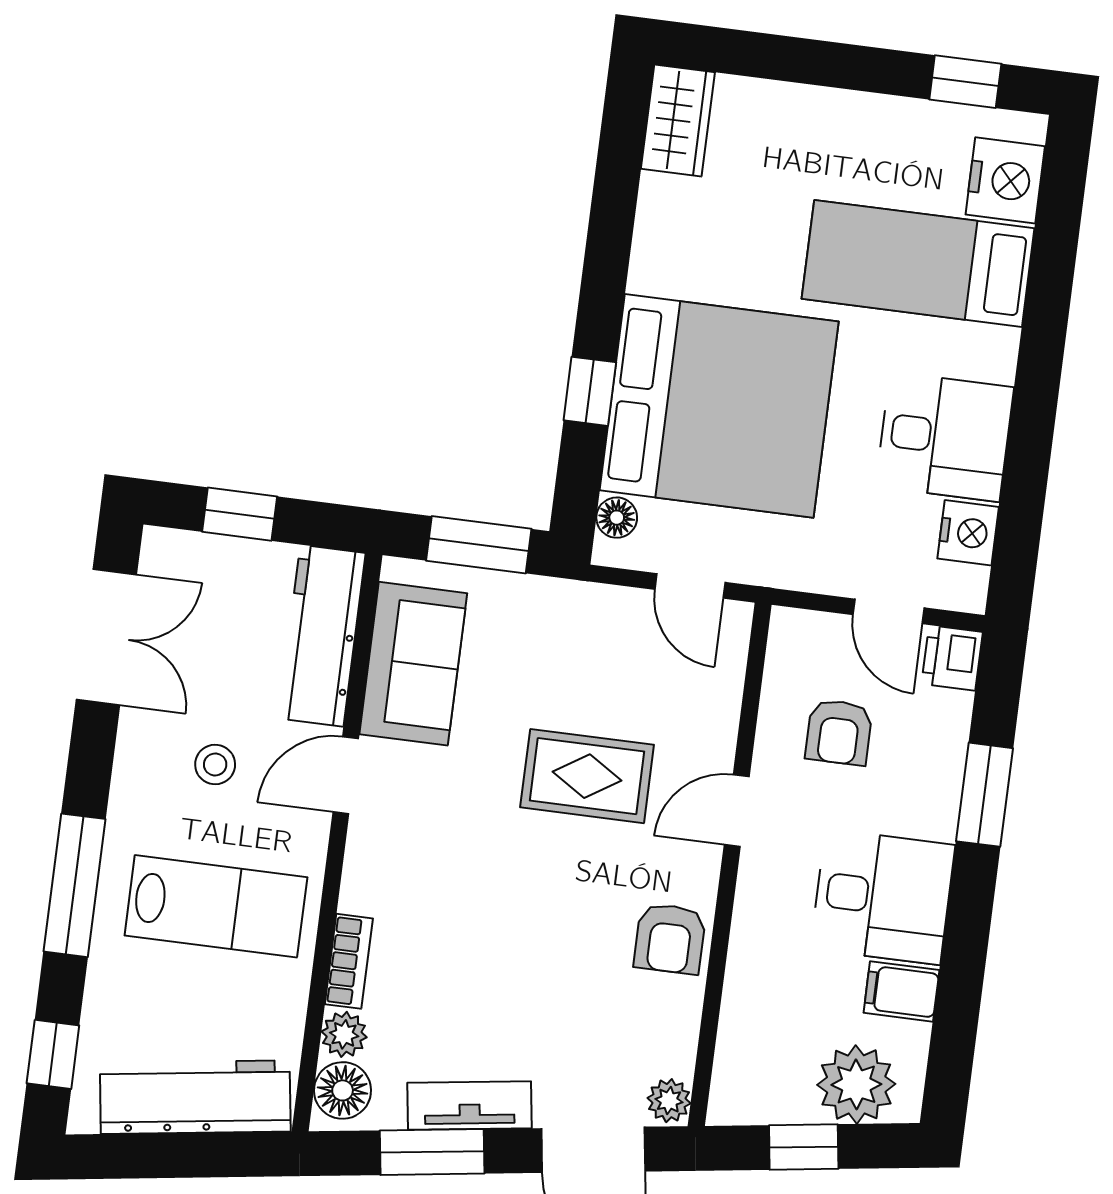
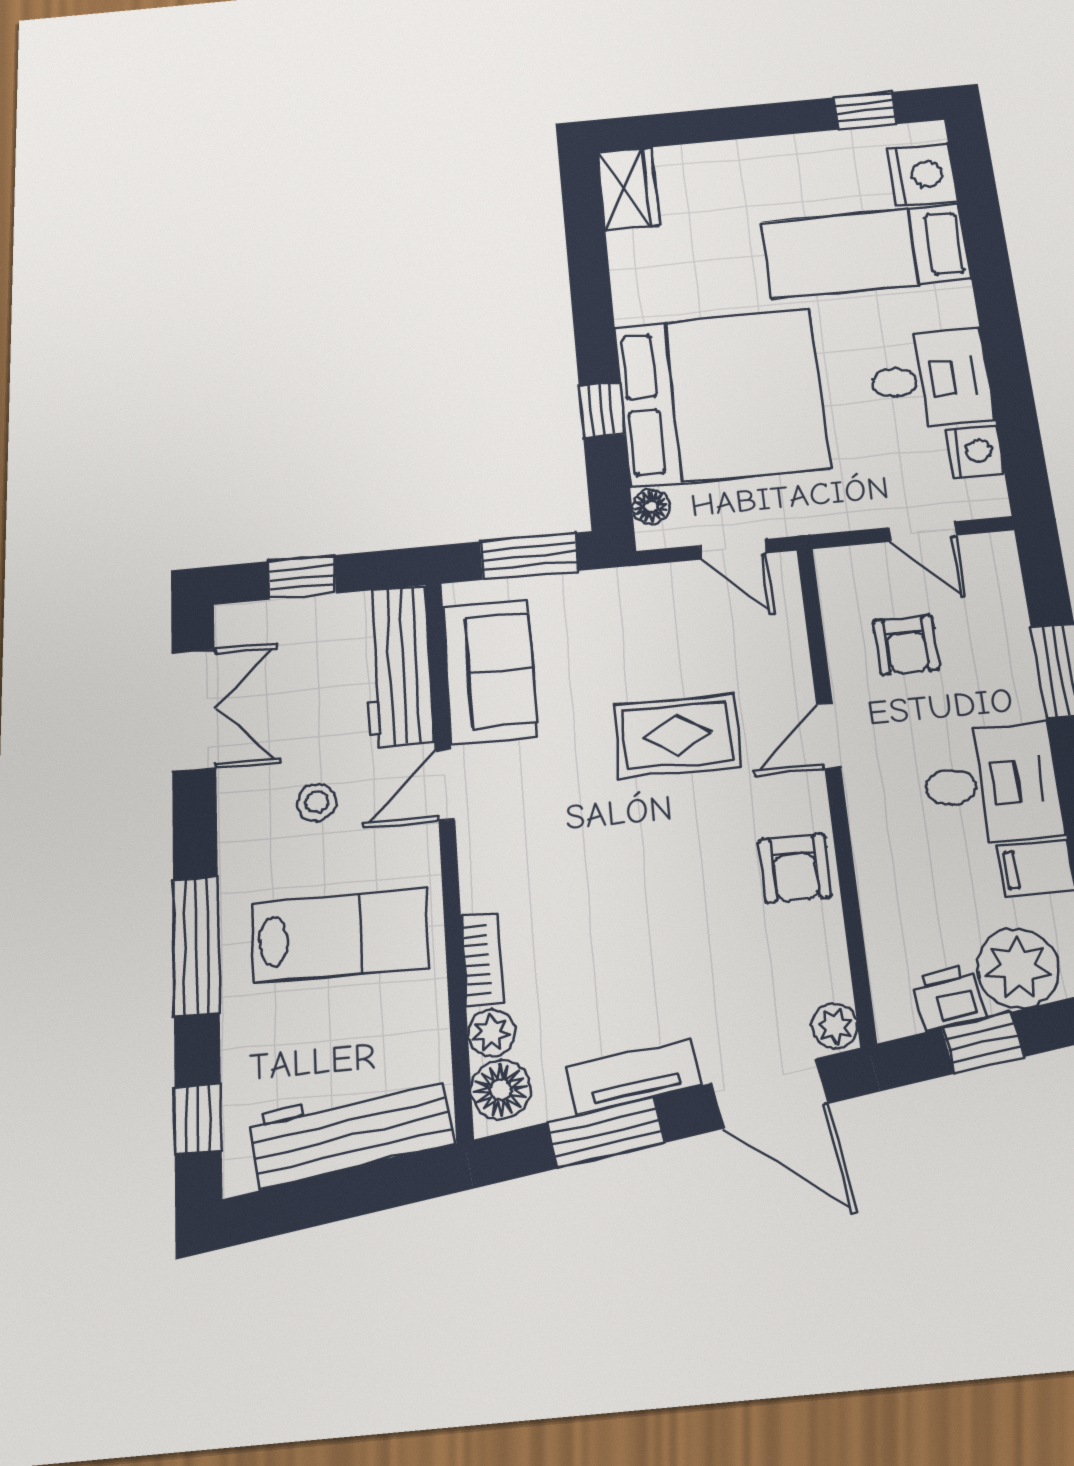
printer: (952, 658) -> (948, 998), moved, turned 82

